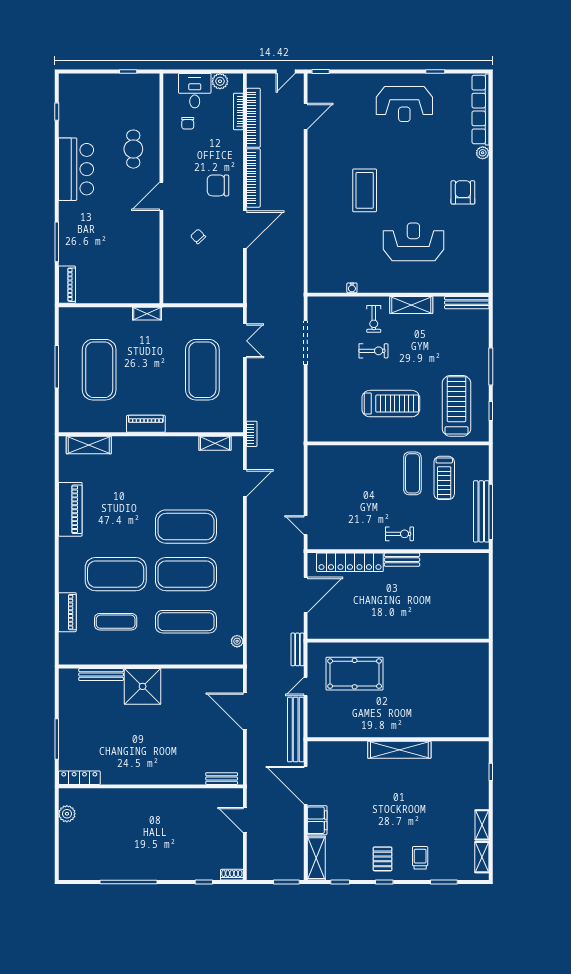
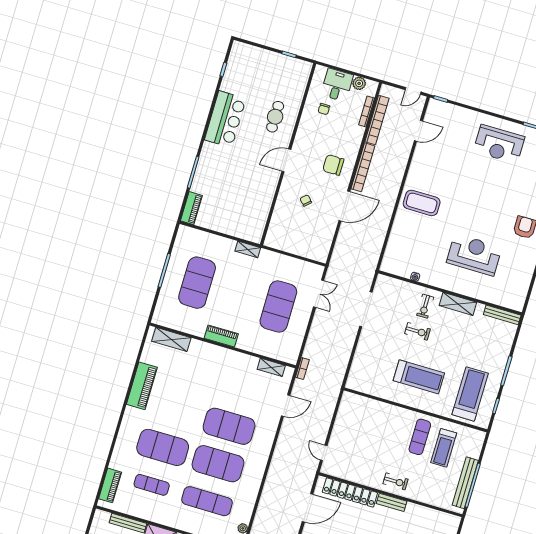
coffee table: (365, 190) -> (422, 203), moved, turned 90
piano: (67, 612) -> (110, 485), moved

